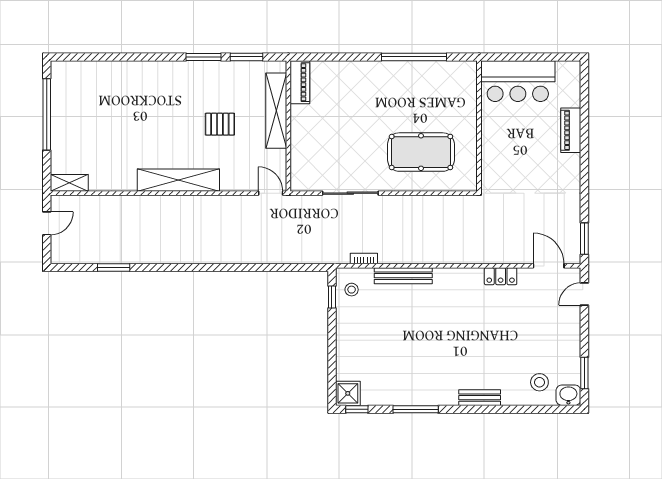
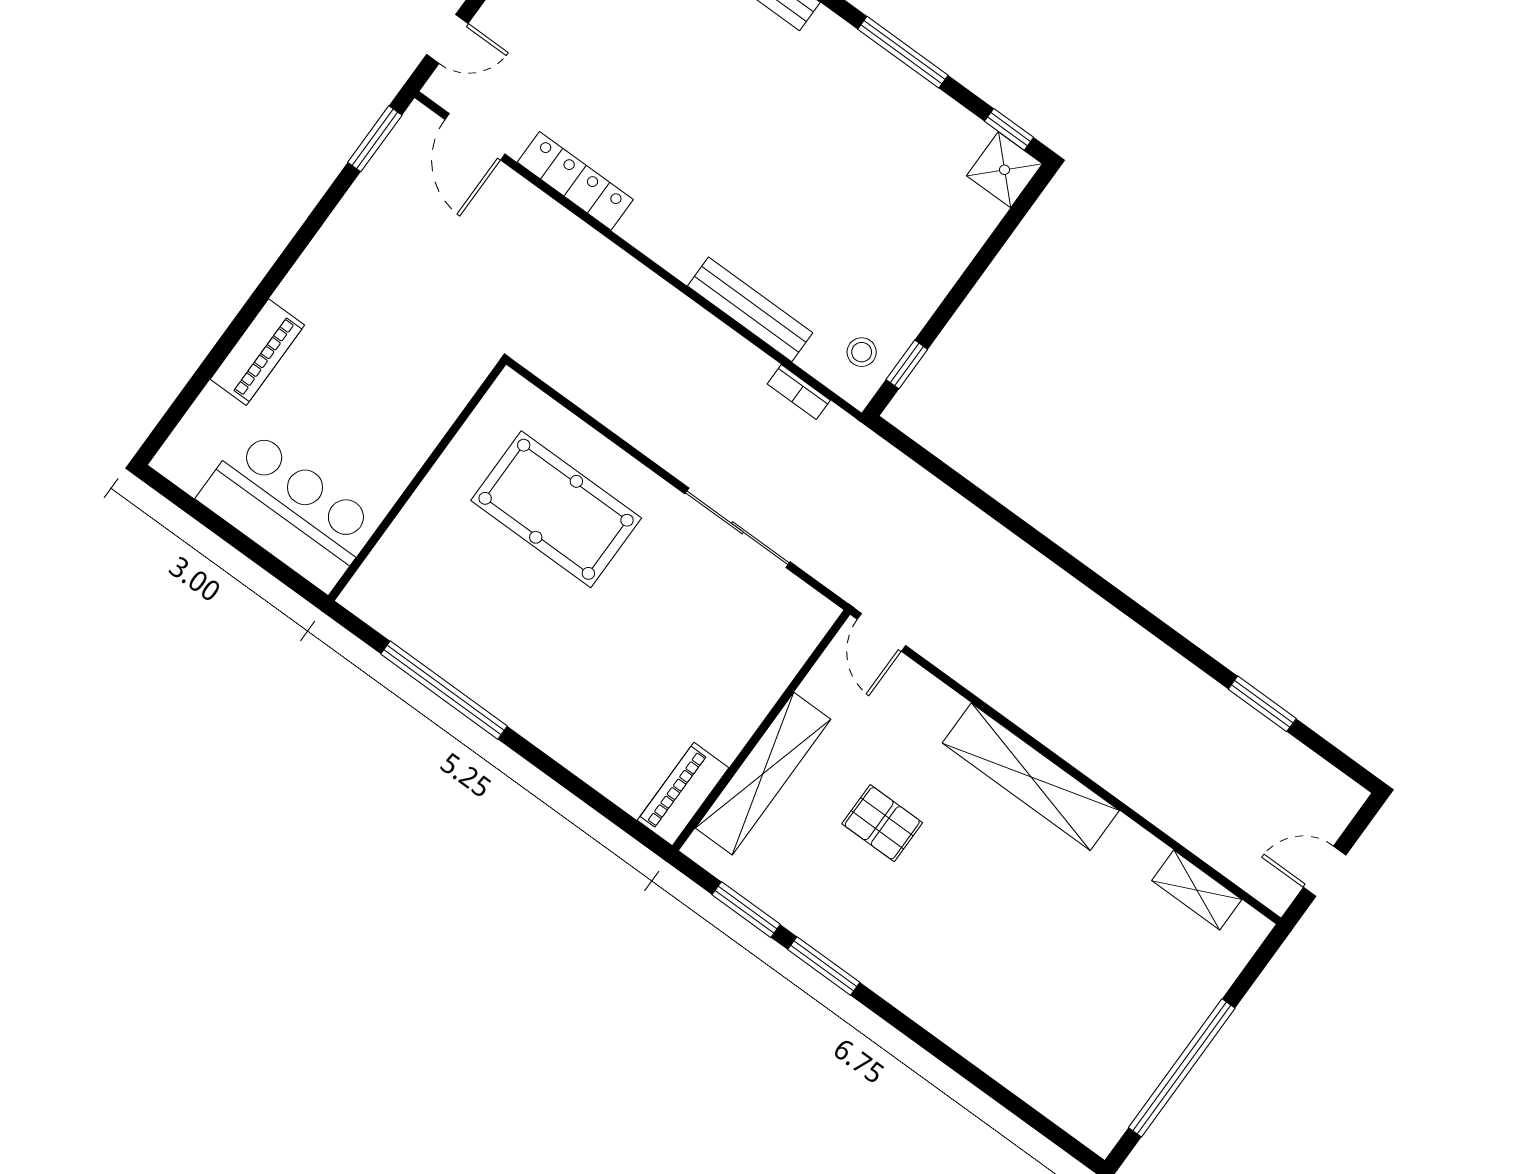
shelving: (69, 183) -> (1197, 890), moved
locker: (501, 276) -> (575, 181), width x1.53

